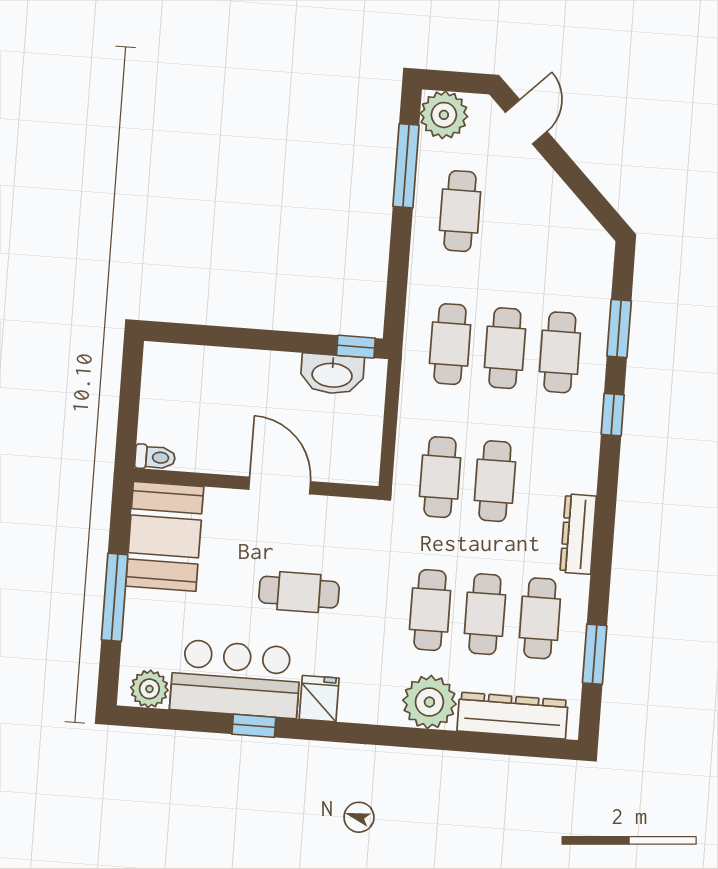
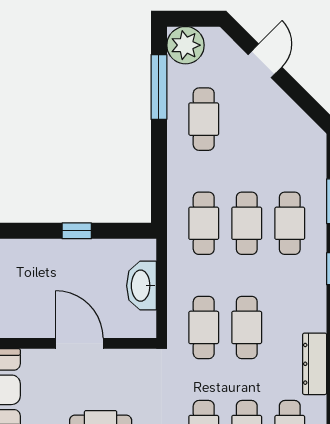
door: (526, 122) -> (265, 61), moved
window: (356, 347) -> (77, 231), moved
washbasin: (332, 374) -> (141, 286), moved, turned 90

